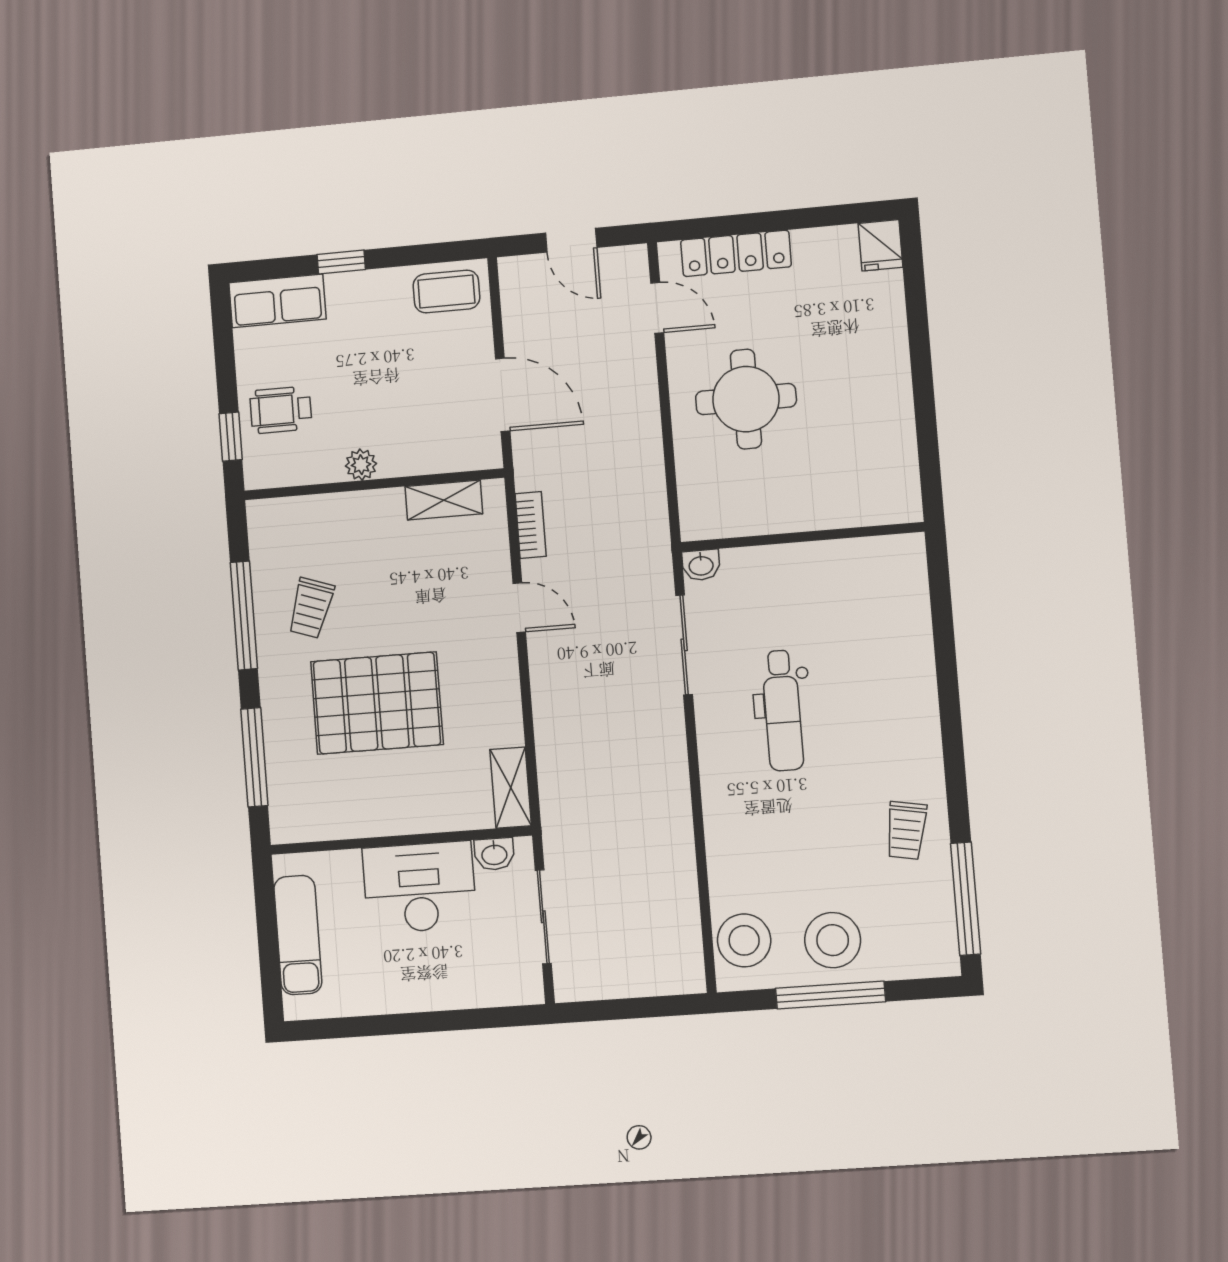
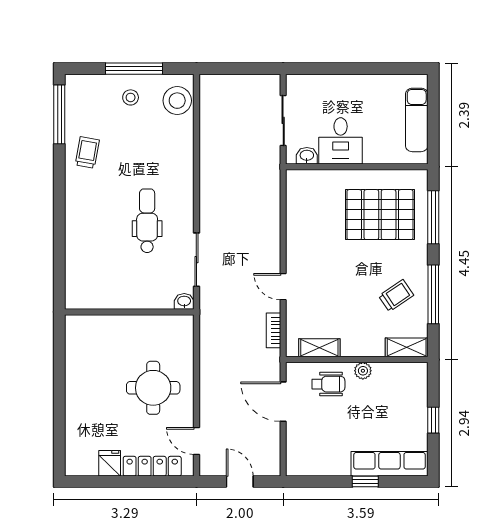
fridge: (880, 245) -> (110, 463), moved
coffee table: (446, 292) -> (309, 460), removed
row of seats: (277, 301) -> (389, 464), width x1.48
wheelchair: (281, 410) -> (328, 384), moved
window: (231, 437) -> (433, 420), moved
trolley: (311, 608) -> (396, 296), turned 37
pallet: (377, 703) -> (380, 215), moved
shelving: (511, 788) -> (407, 347), moved, turned 90
desk: (420, 887) -> (341, 141), width x0.73
stool: (833, 940) -> (131, 97), width x0.53, depth x0.53

